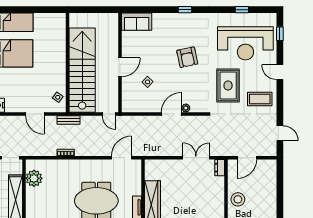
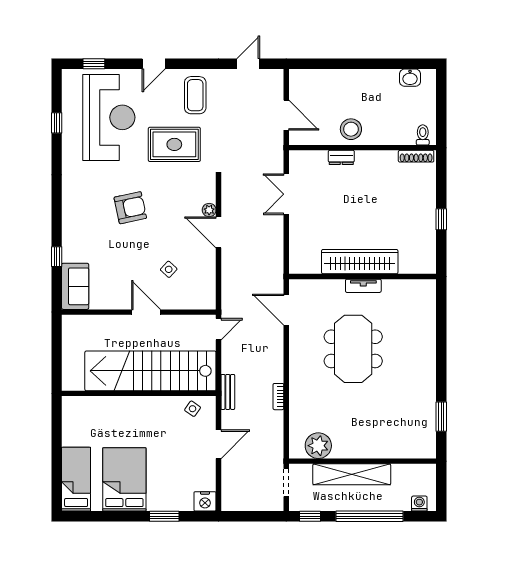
window: (185, 10) -> (57, 257), moved
dresser: (220, 168) -> (341, 157), moved

